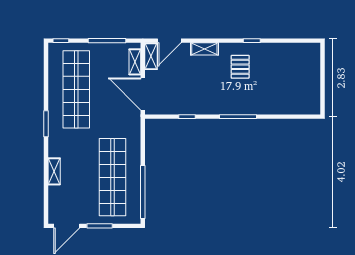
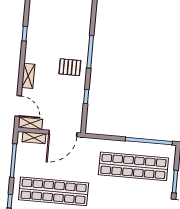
pallet: (240, 67) -> (70, 67), moved

